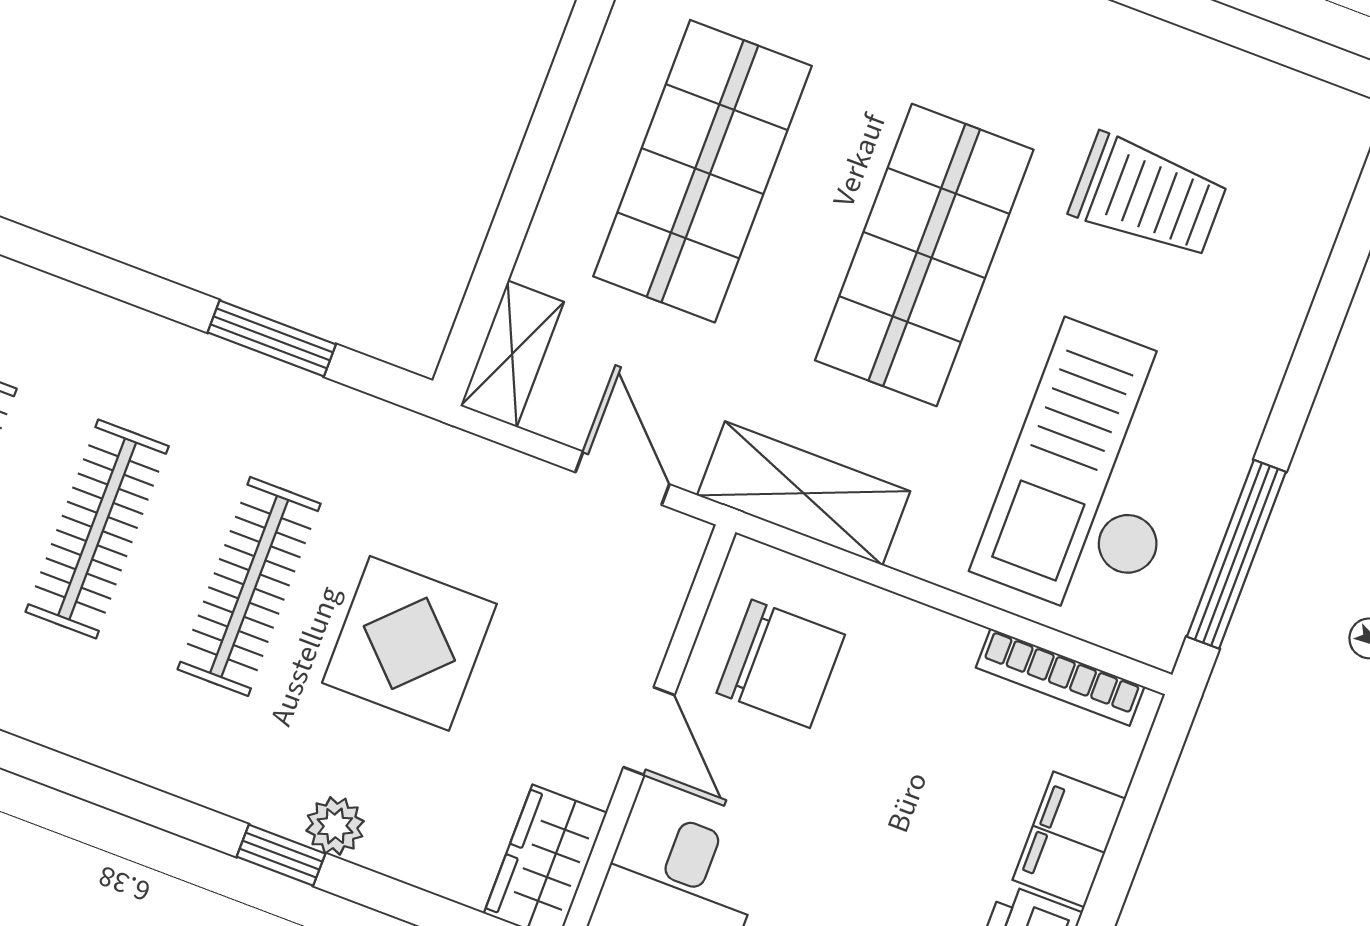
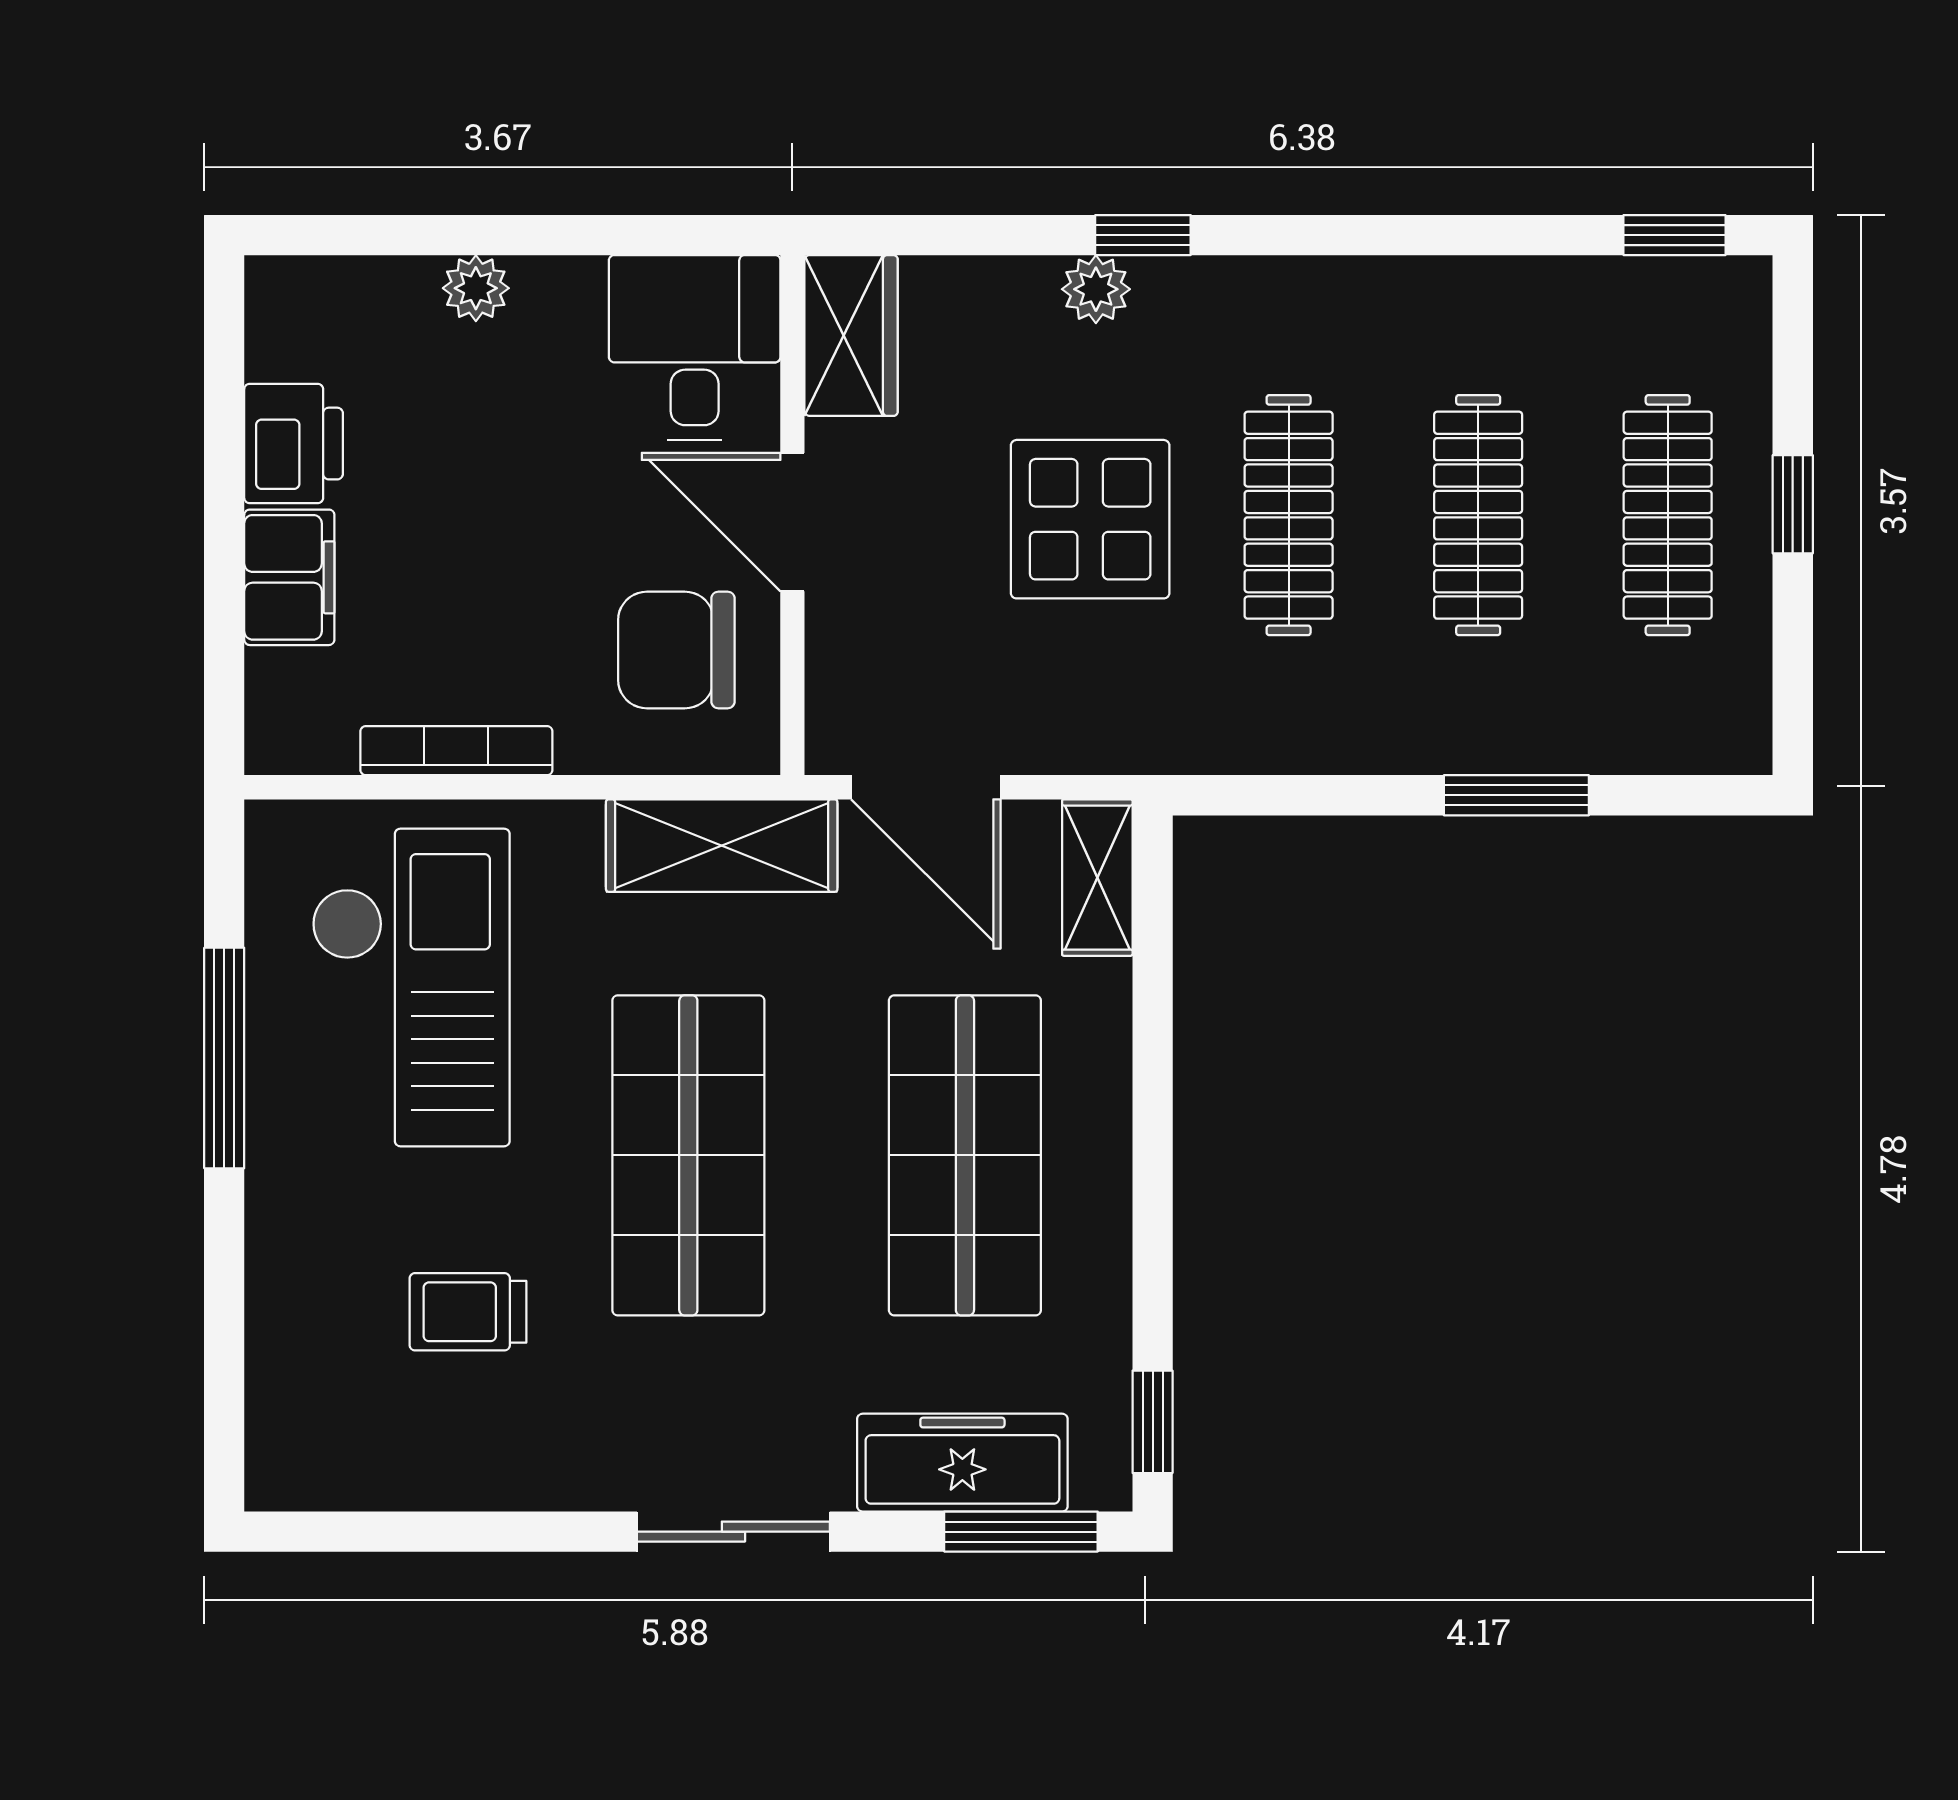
trolley: (1148, 196) -> (468, 1312), width x0.73, depth x0.72
window: (272, 338) -> (1516, 795), moved
door: (622, 478) -> (926, 787), width x1.38
window: (1236, 554) -> (224, 1058), moved
bookcase: (1060, 677) -> (456, 751), moved
door: (649, 731) -> (792, 522), width x1.38

